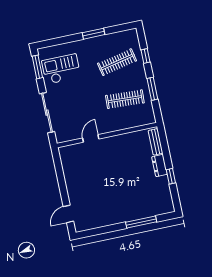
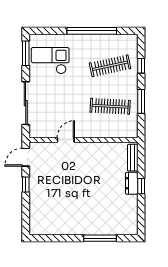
window: (94, 34) -> (92, 31), width x2.11
window: (171, 176) -> (141, 186), moved
window: (63, 187) -> (26, 184), added
door: (68, 214) -> (26, 157), moved

